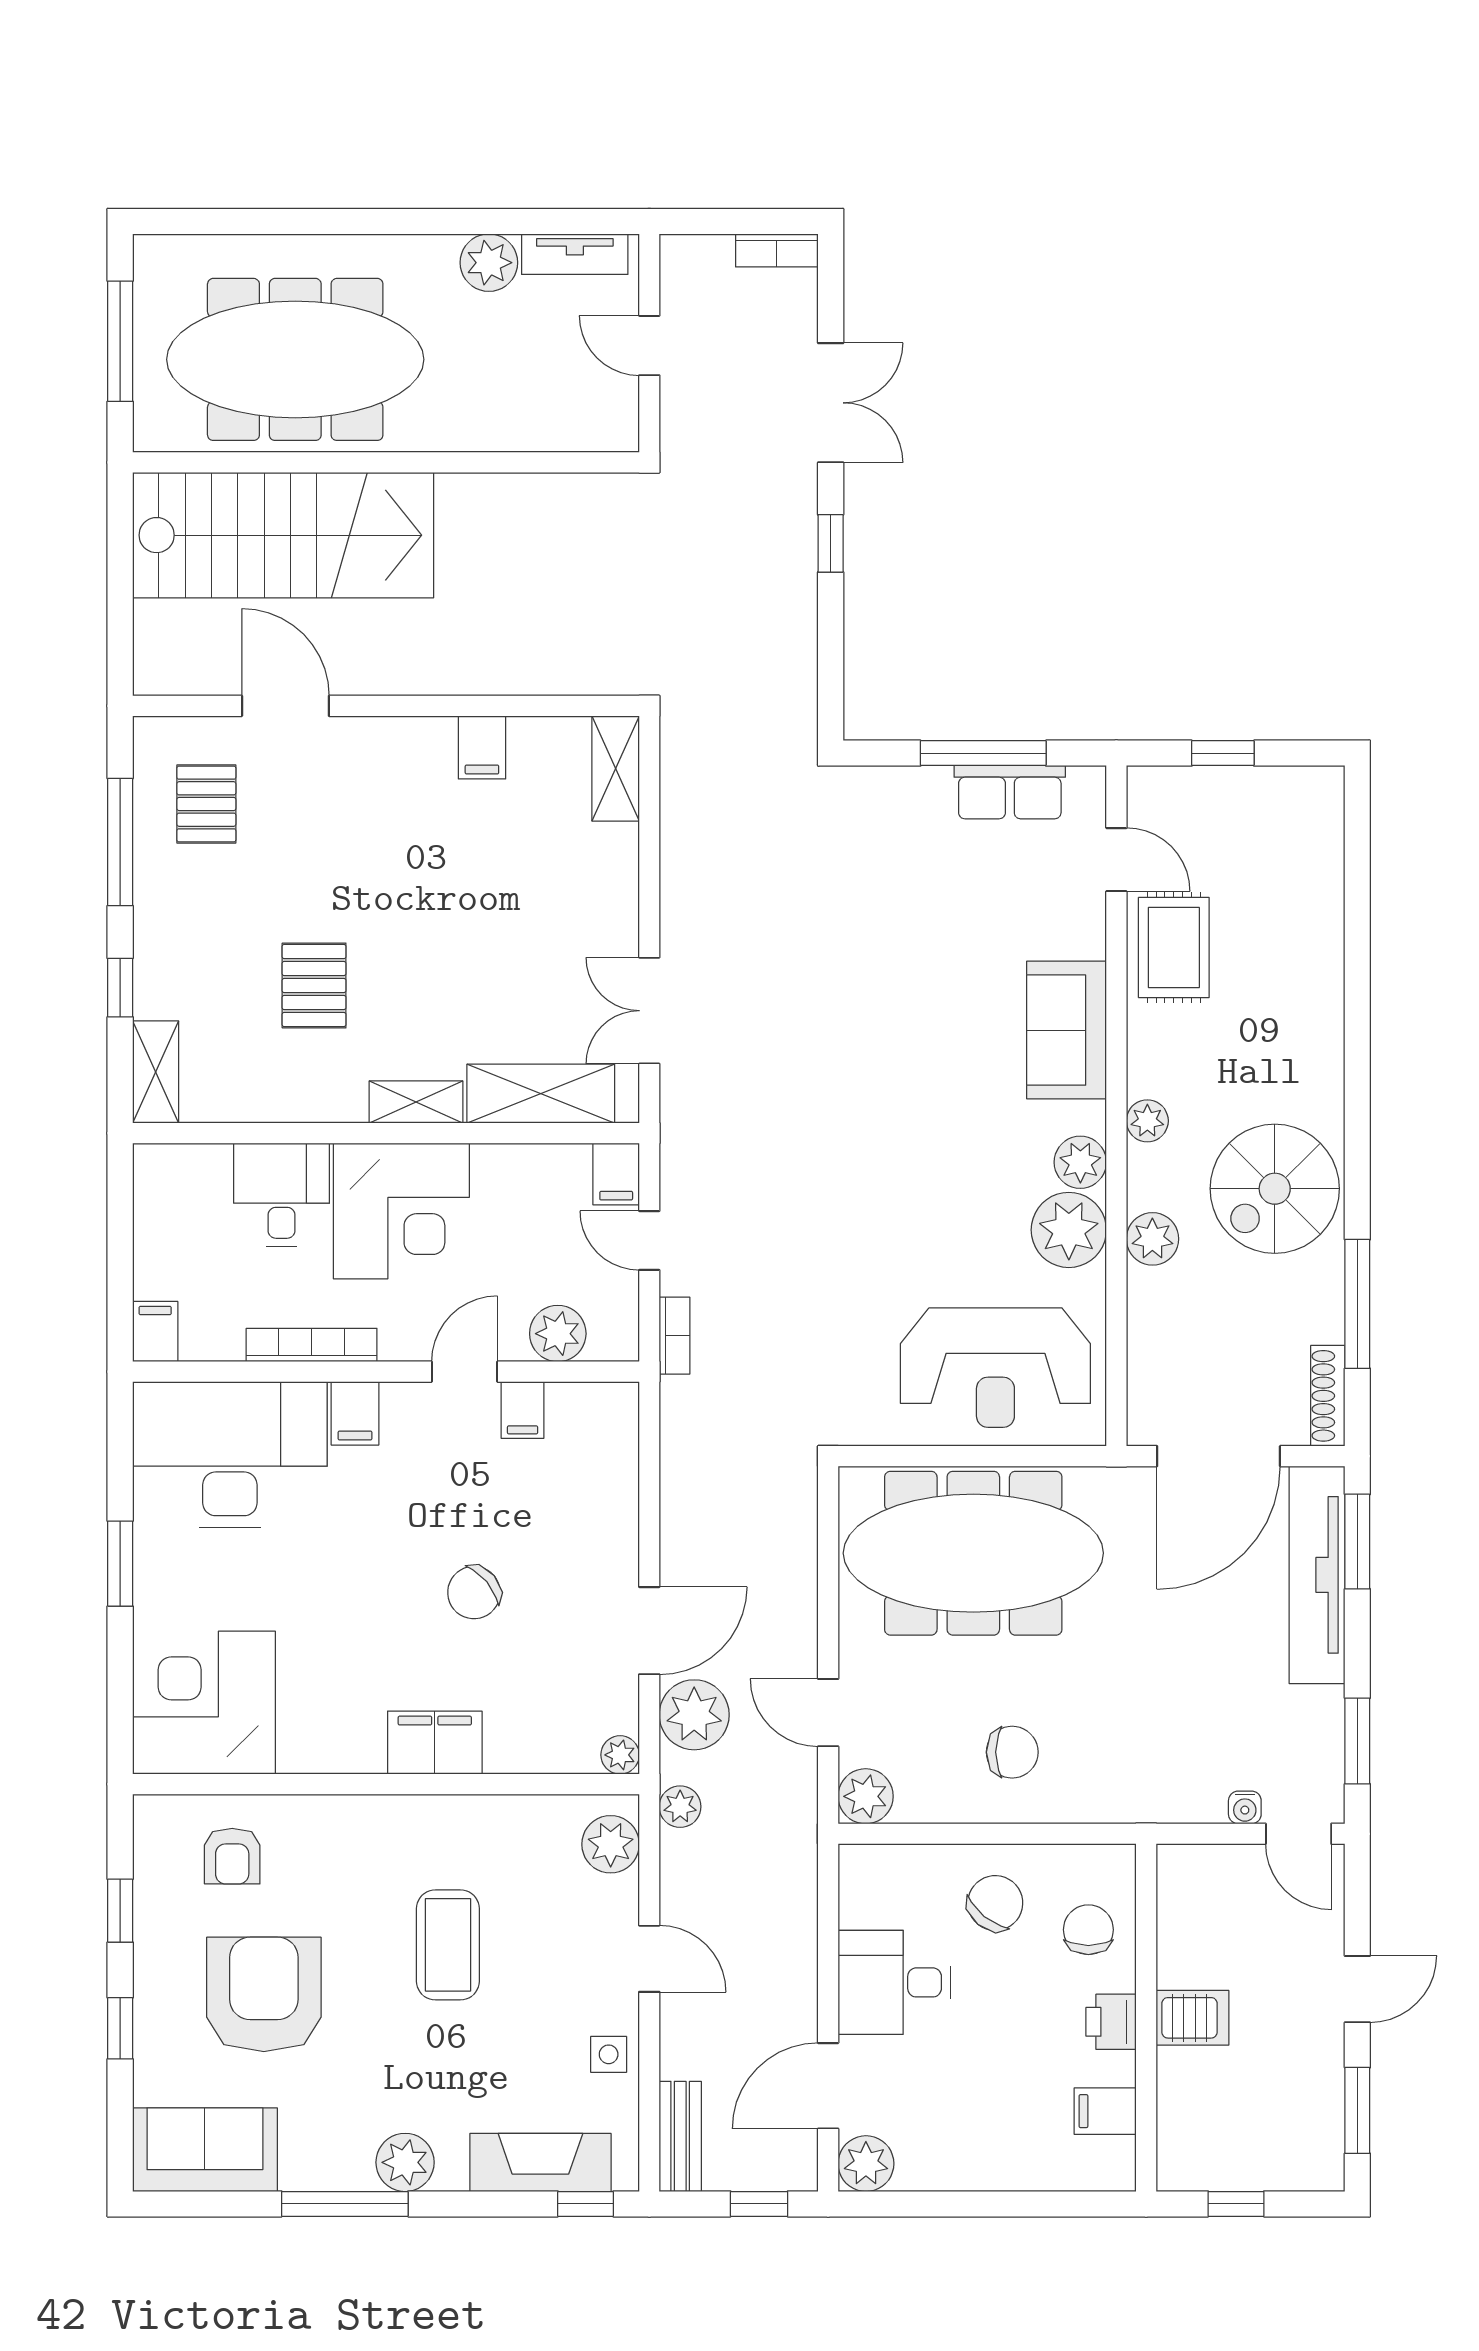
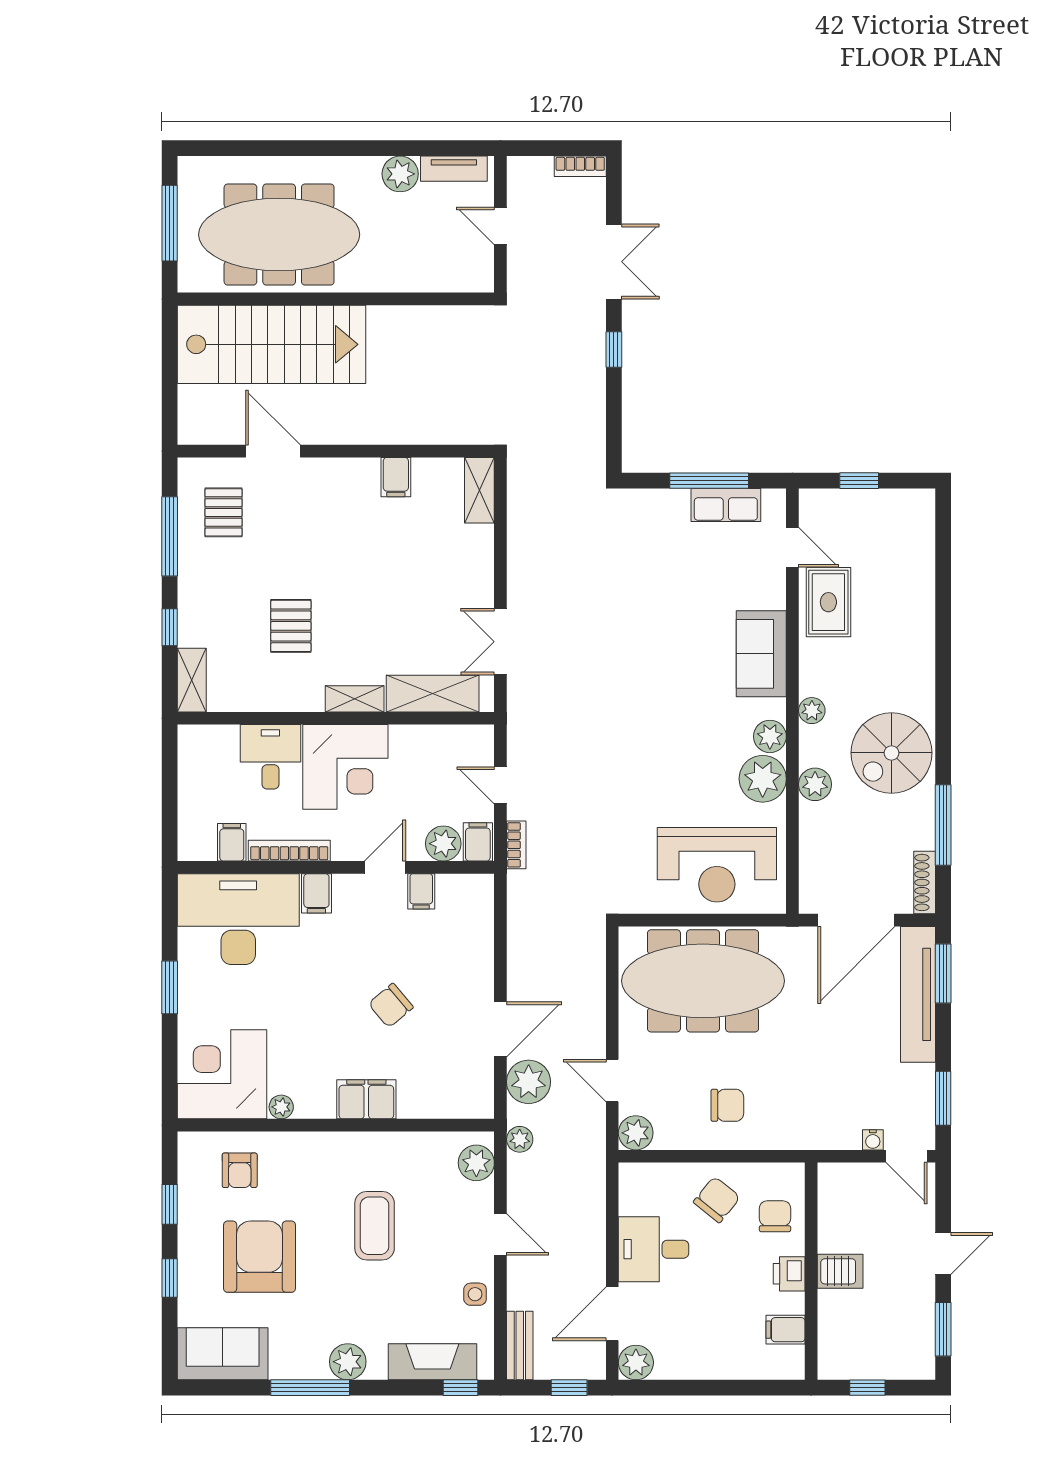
filing cabinet: (616, 1174) -> (478, 842), moved, turned 180
filing cabinet: (155, 1332) -> (232, 842), moved
plant: (620, 1755) -> (281, 1107), moved

